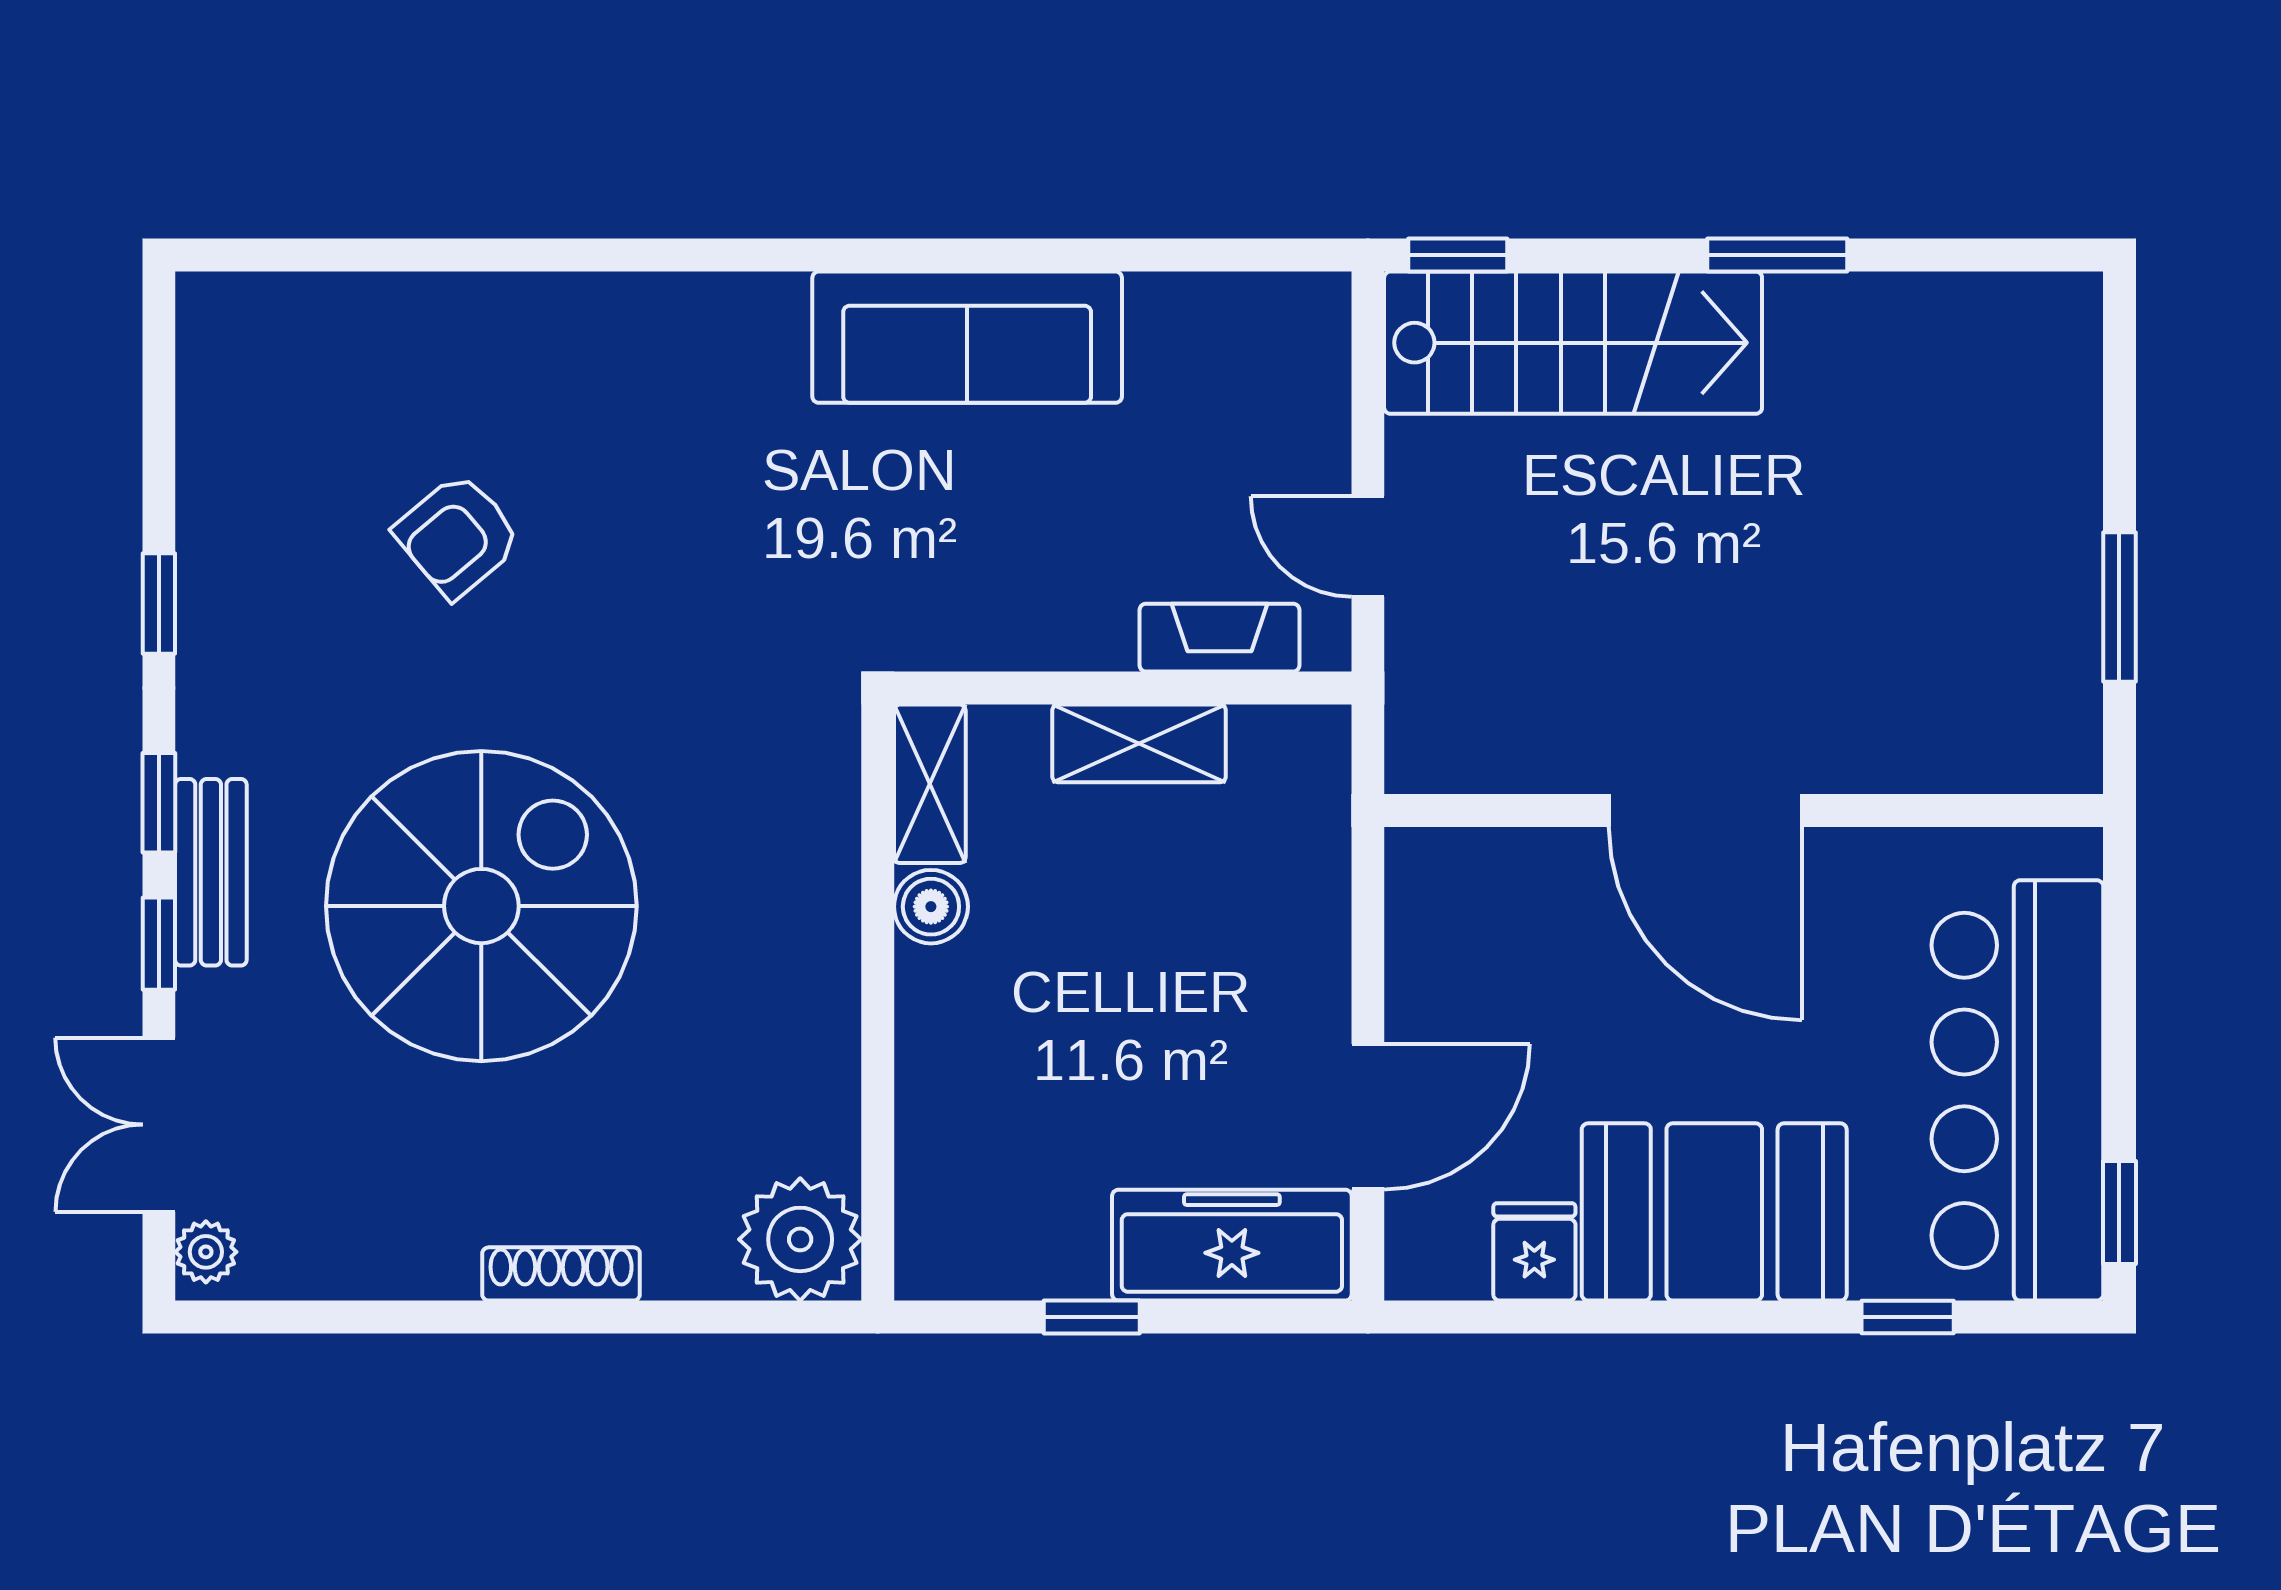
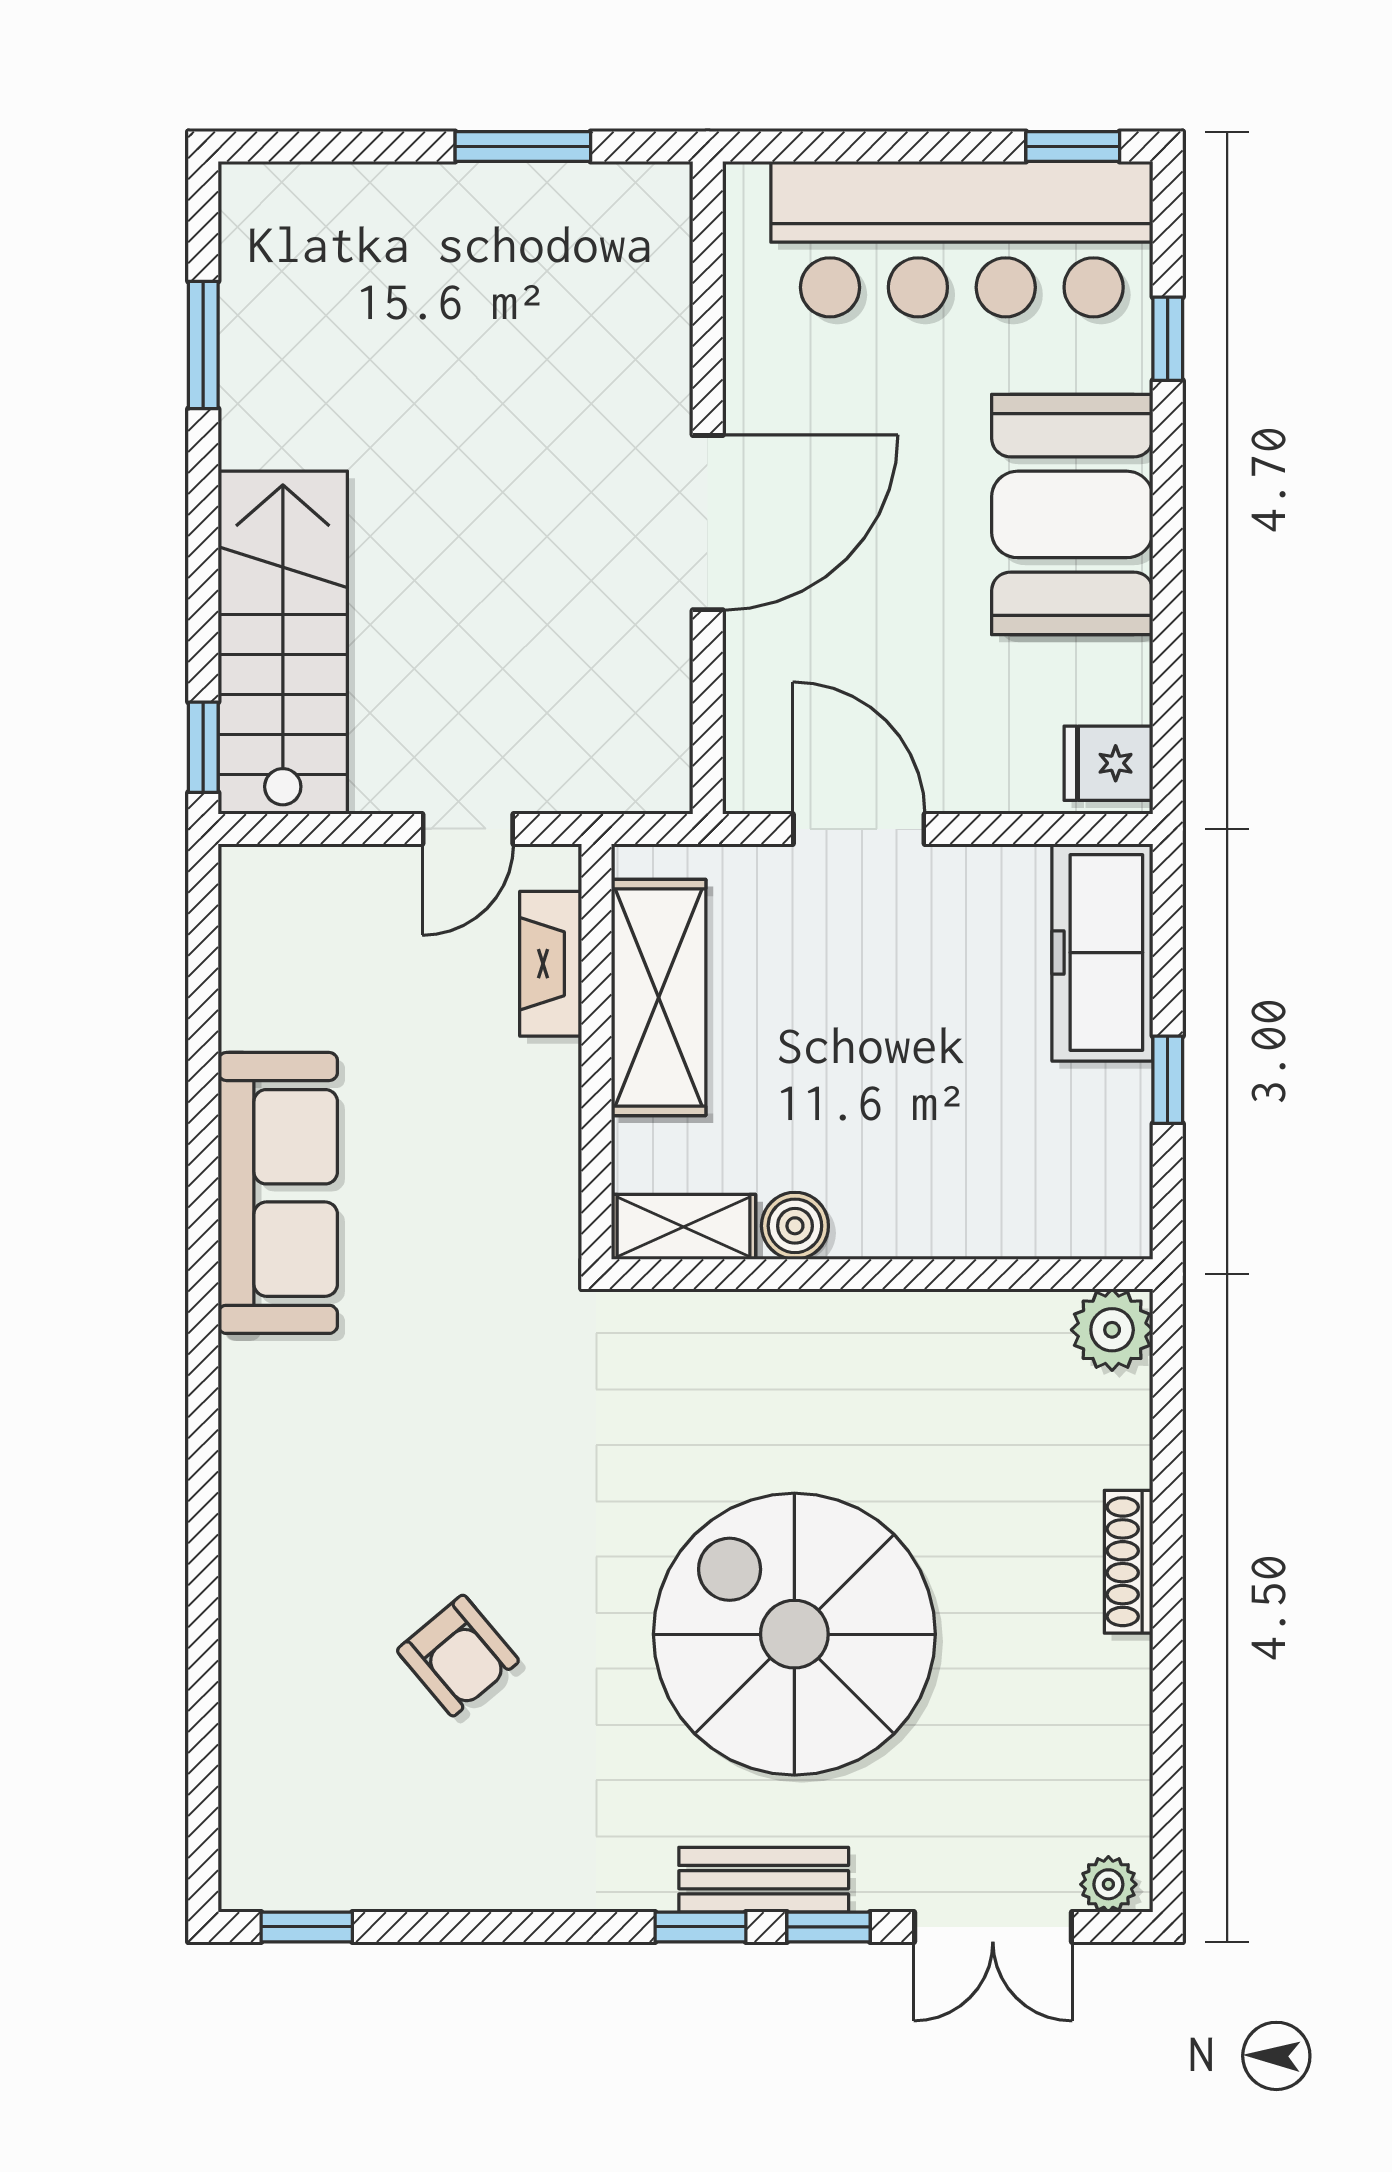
window: (1777, 255) -> (203, 345), moved
window: (159, 604) -> (307, 1927), moved
shelving: (1139, 743) -> (659, 997), width x1.50, depth x1.33
door: (1368, 1117) -> (859, 829), moved
plant: (800, 1239) -> (1112, 1330), width x0.73, depth x0.73
fridge: (1534, 1252) -> (1108, 763), moved

